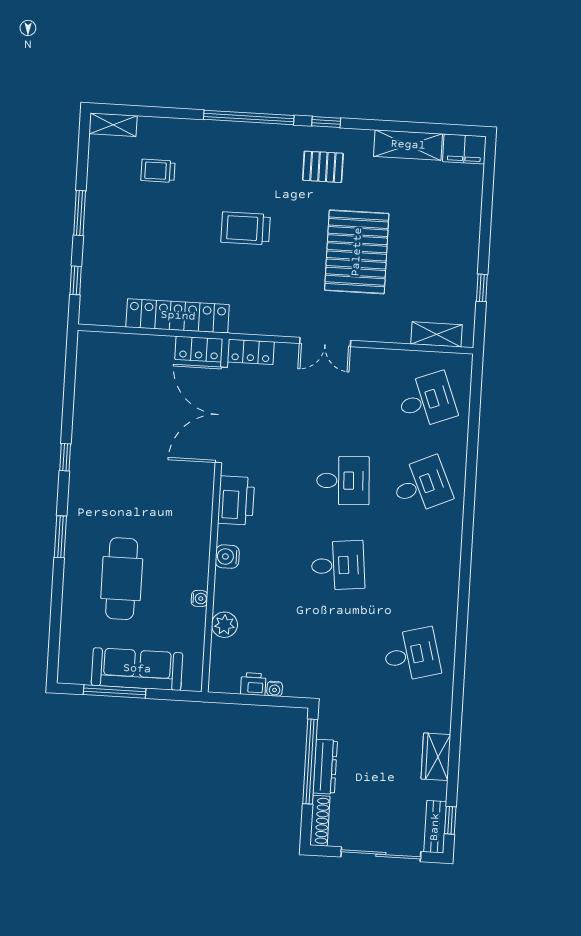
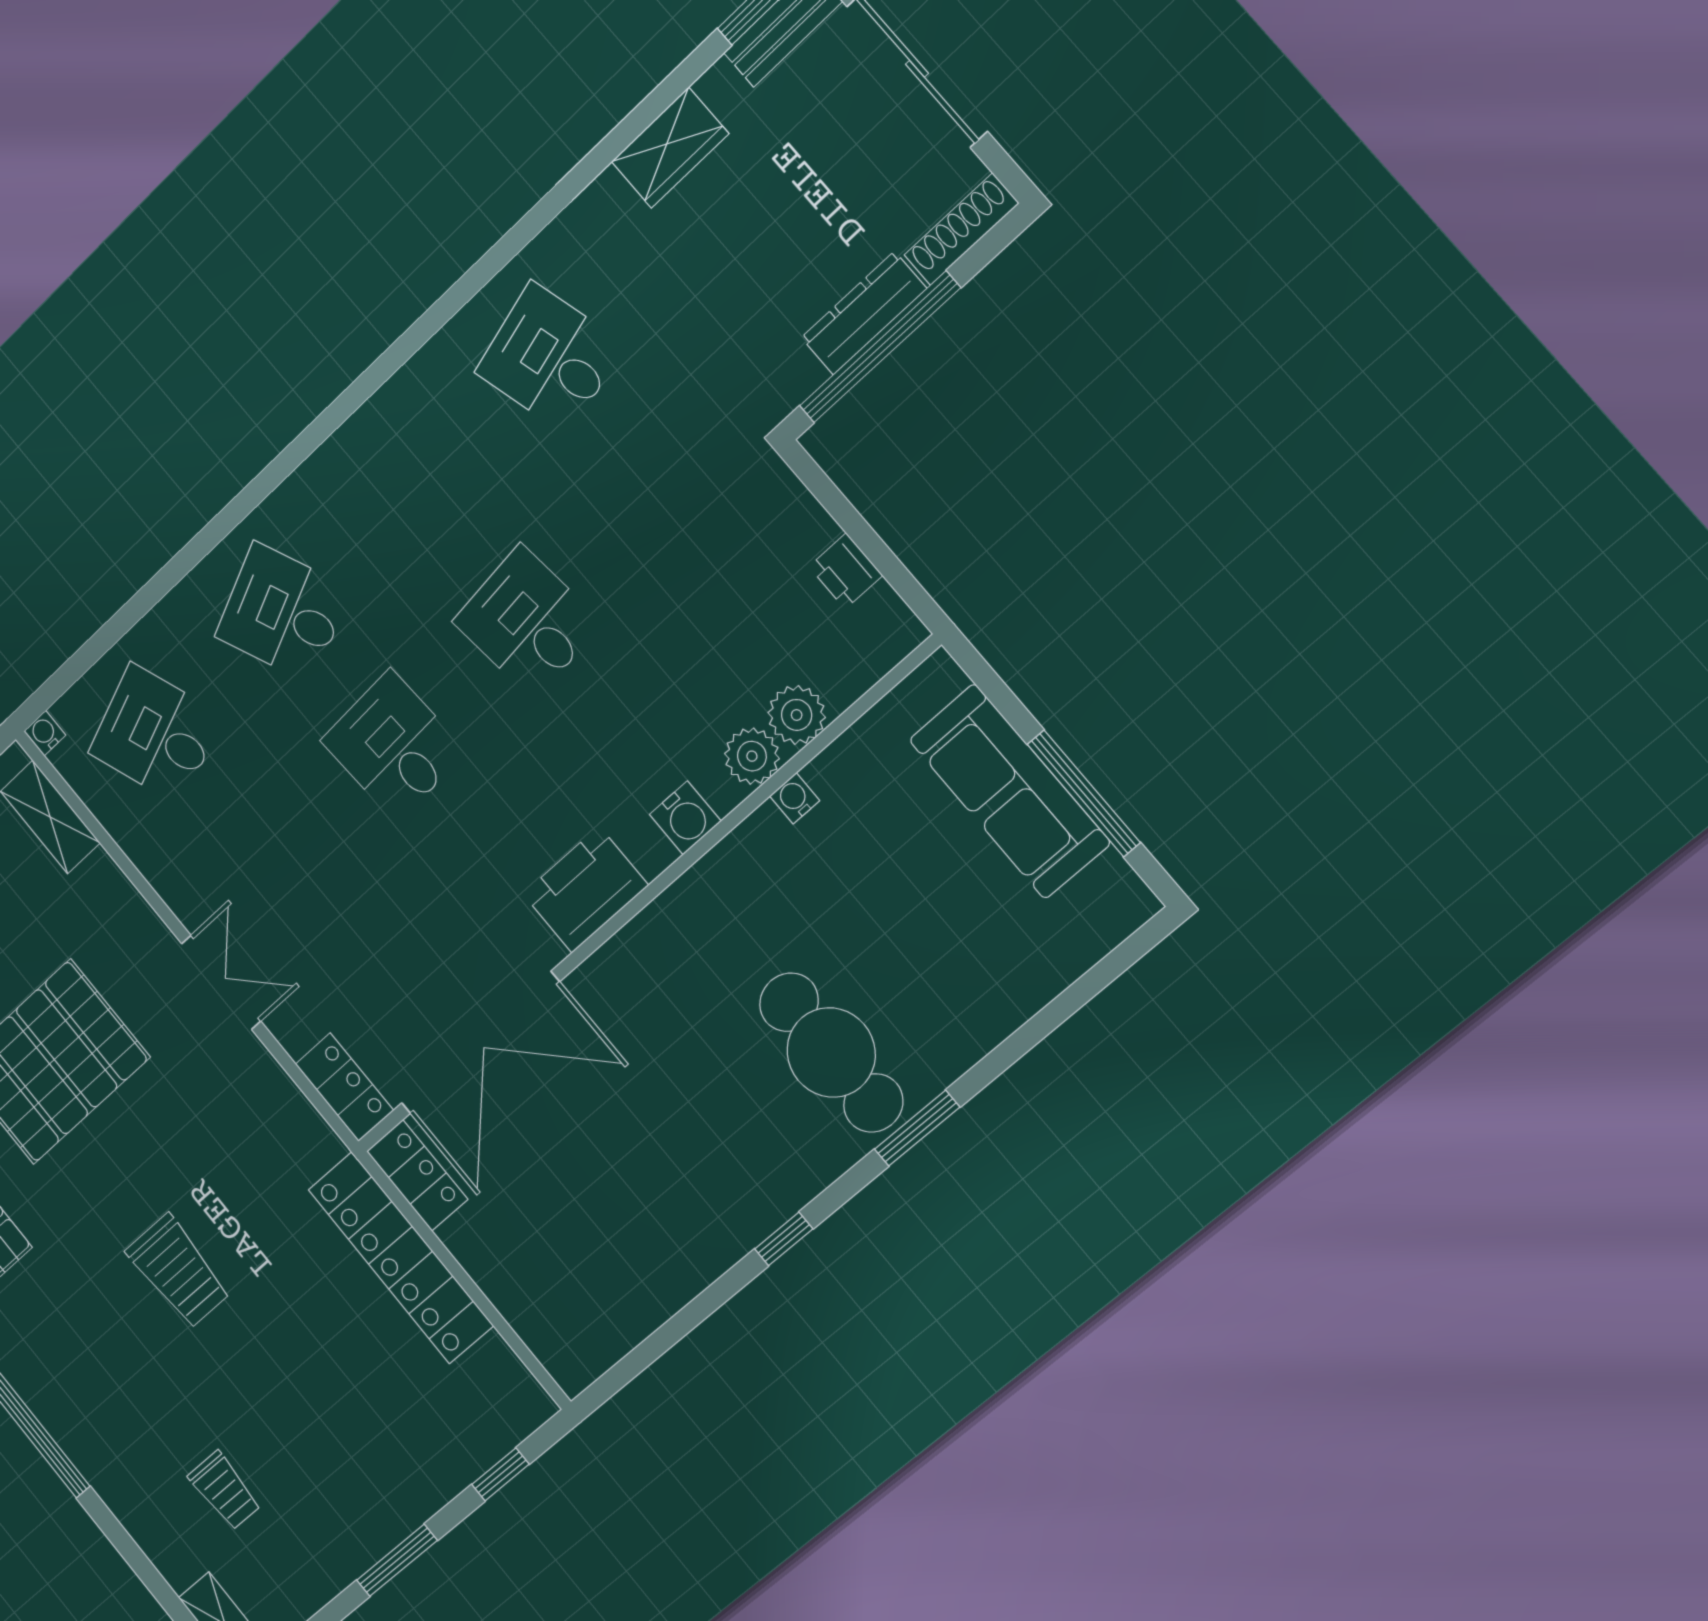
cafe table: (122, 579) -> (831, 1053), moved, turned 90
plant: (226, 598) -> (752, 756), added
water cooler: (275, 689) -> (45, 733), moved, turned -90

